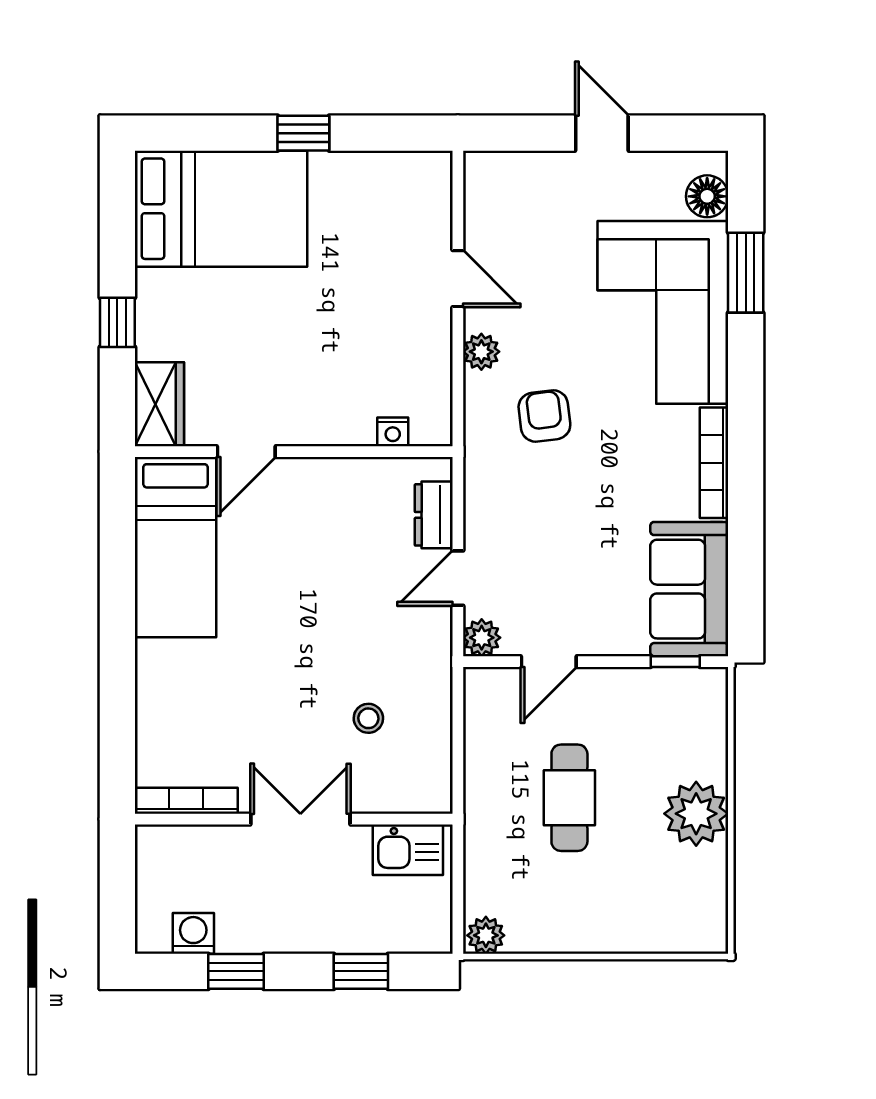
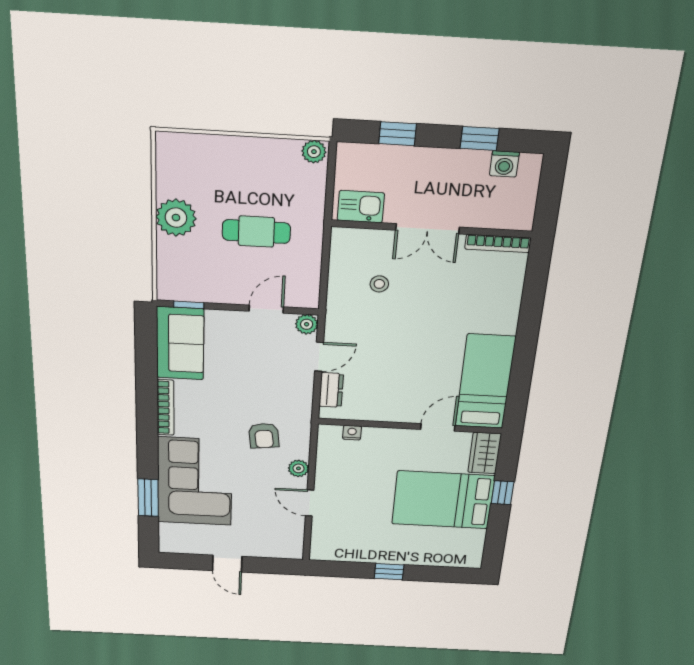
floor lamp: (707, 196) -> (170, 533), removed
bed: (221, 209) -> (443, 500), moved
cafe table: (569, 798) -> (256, 232), turned 90

